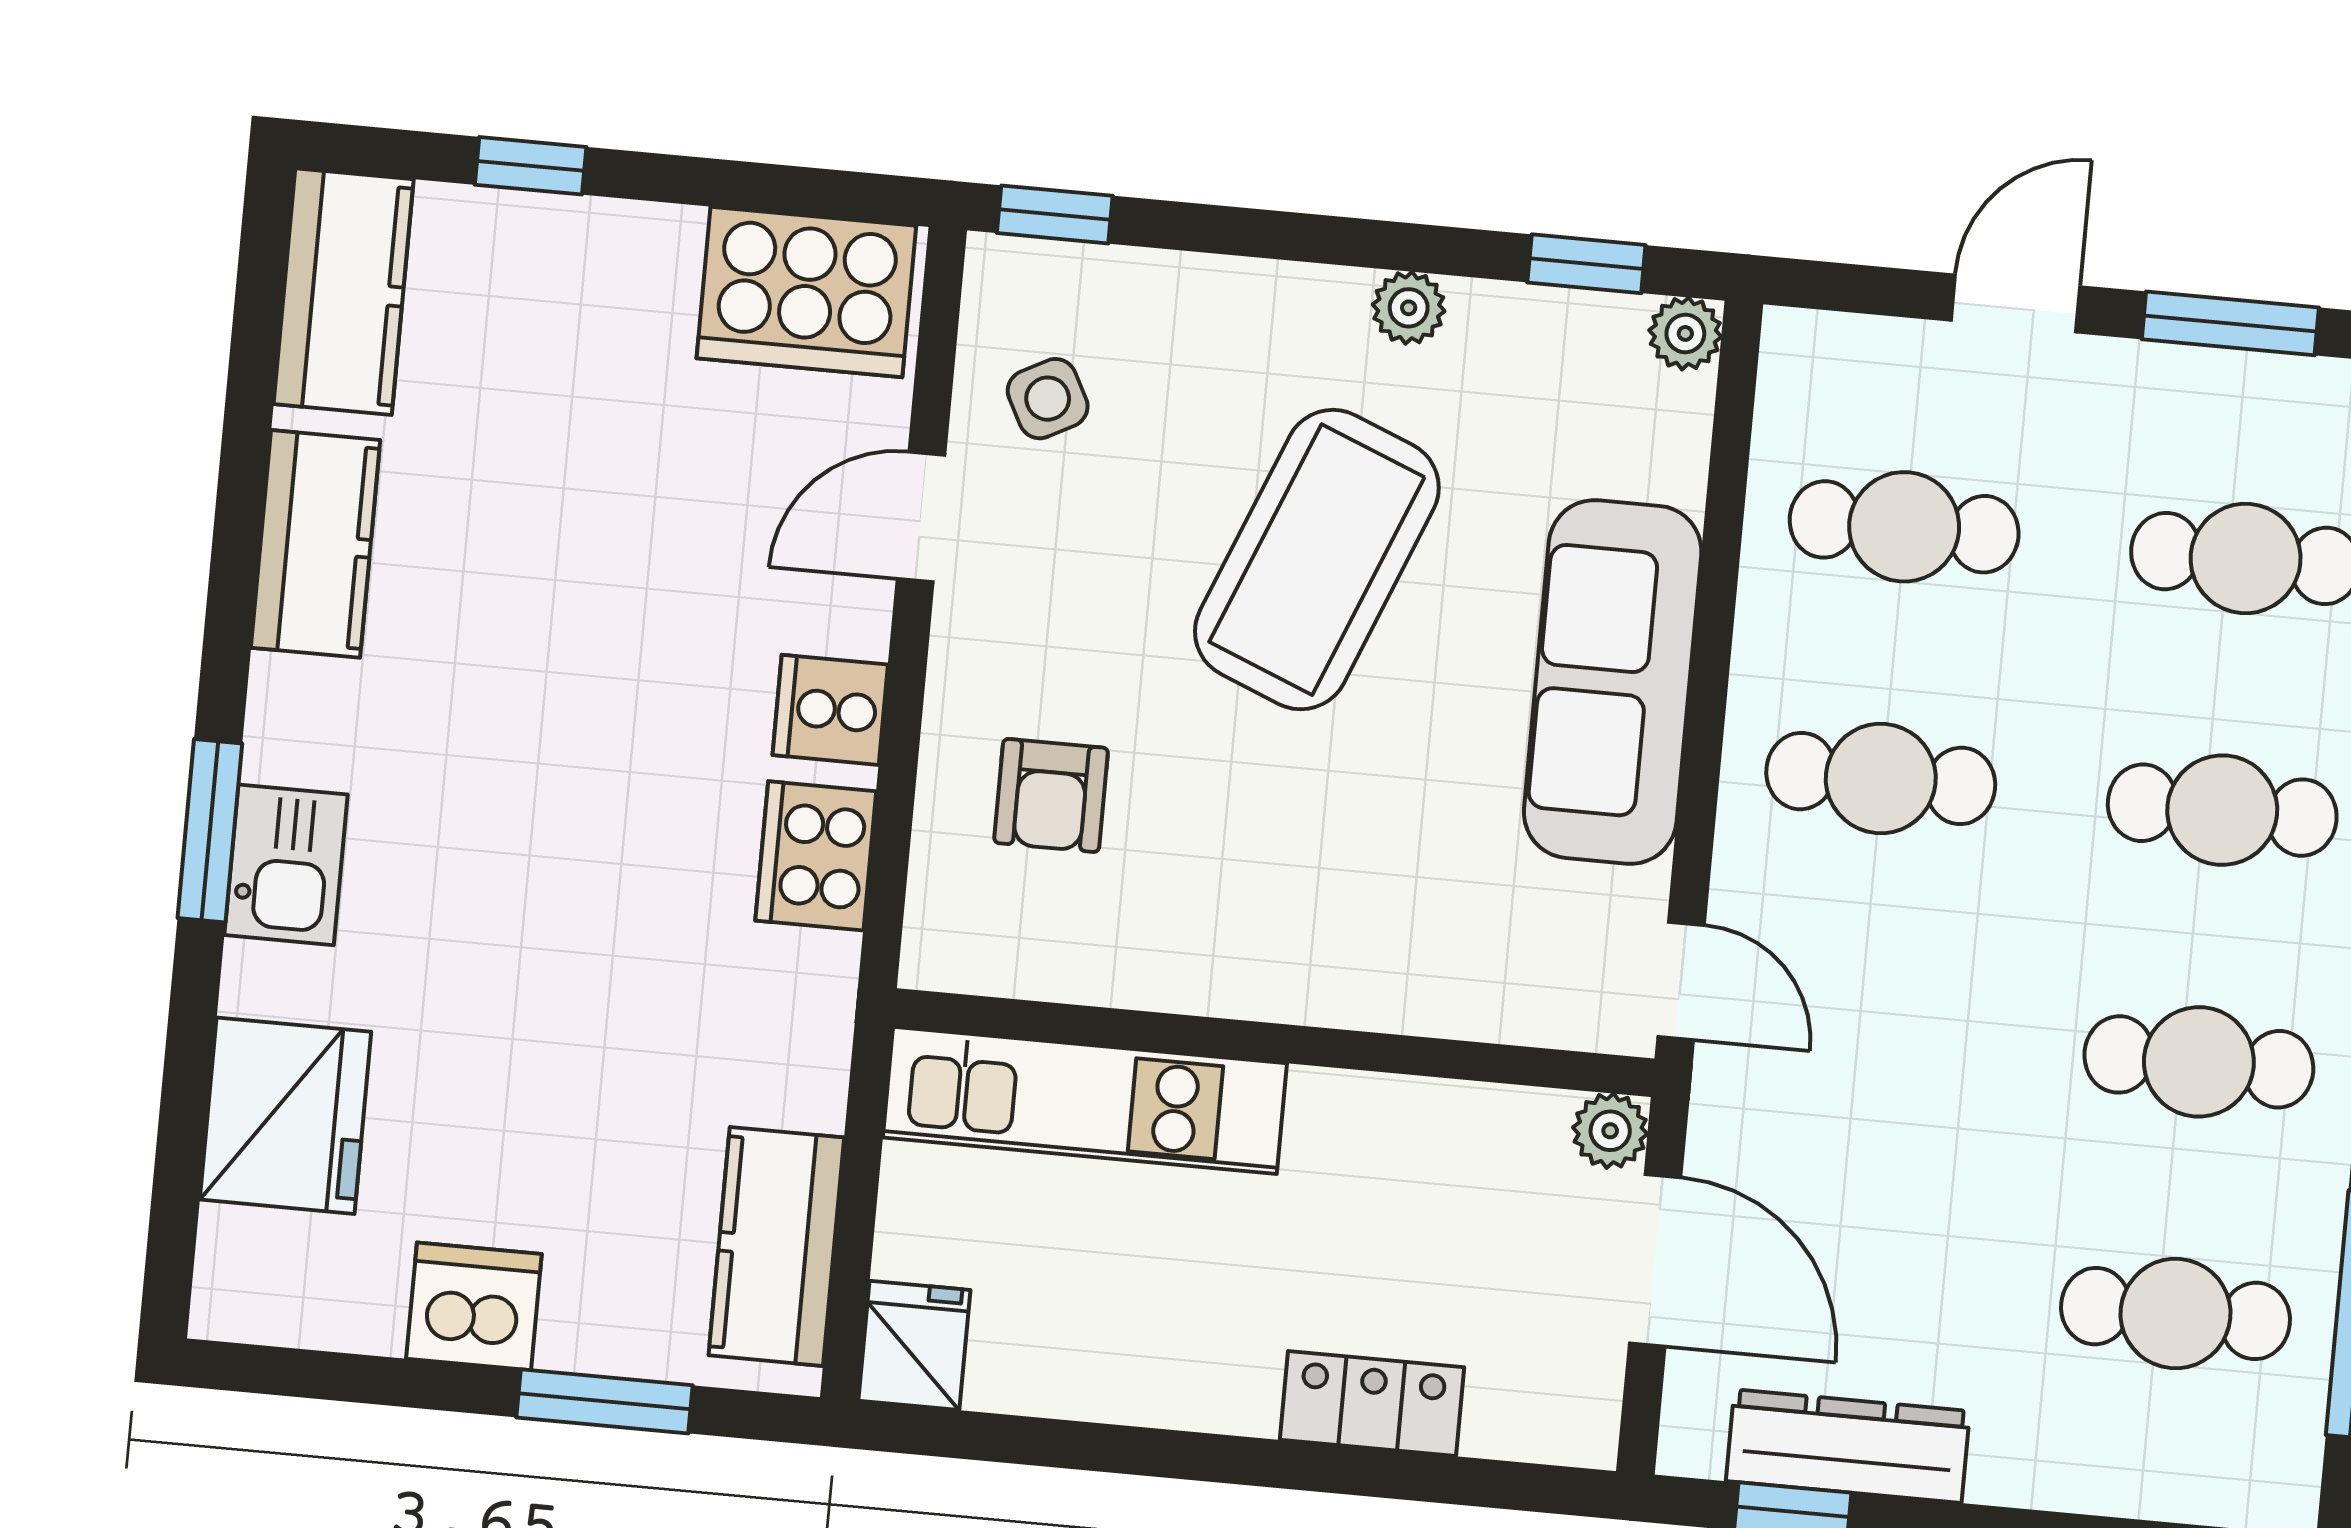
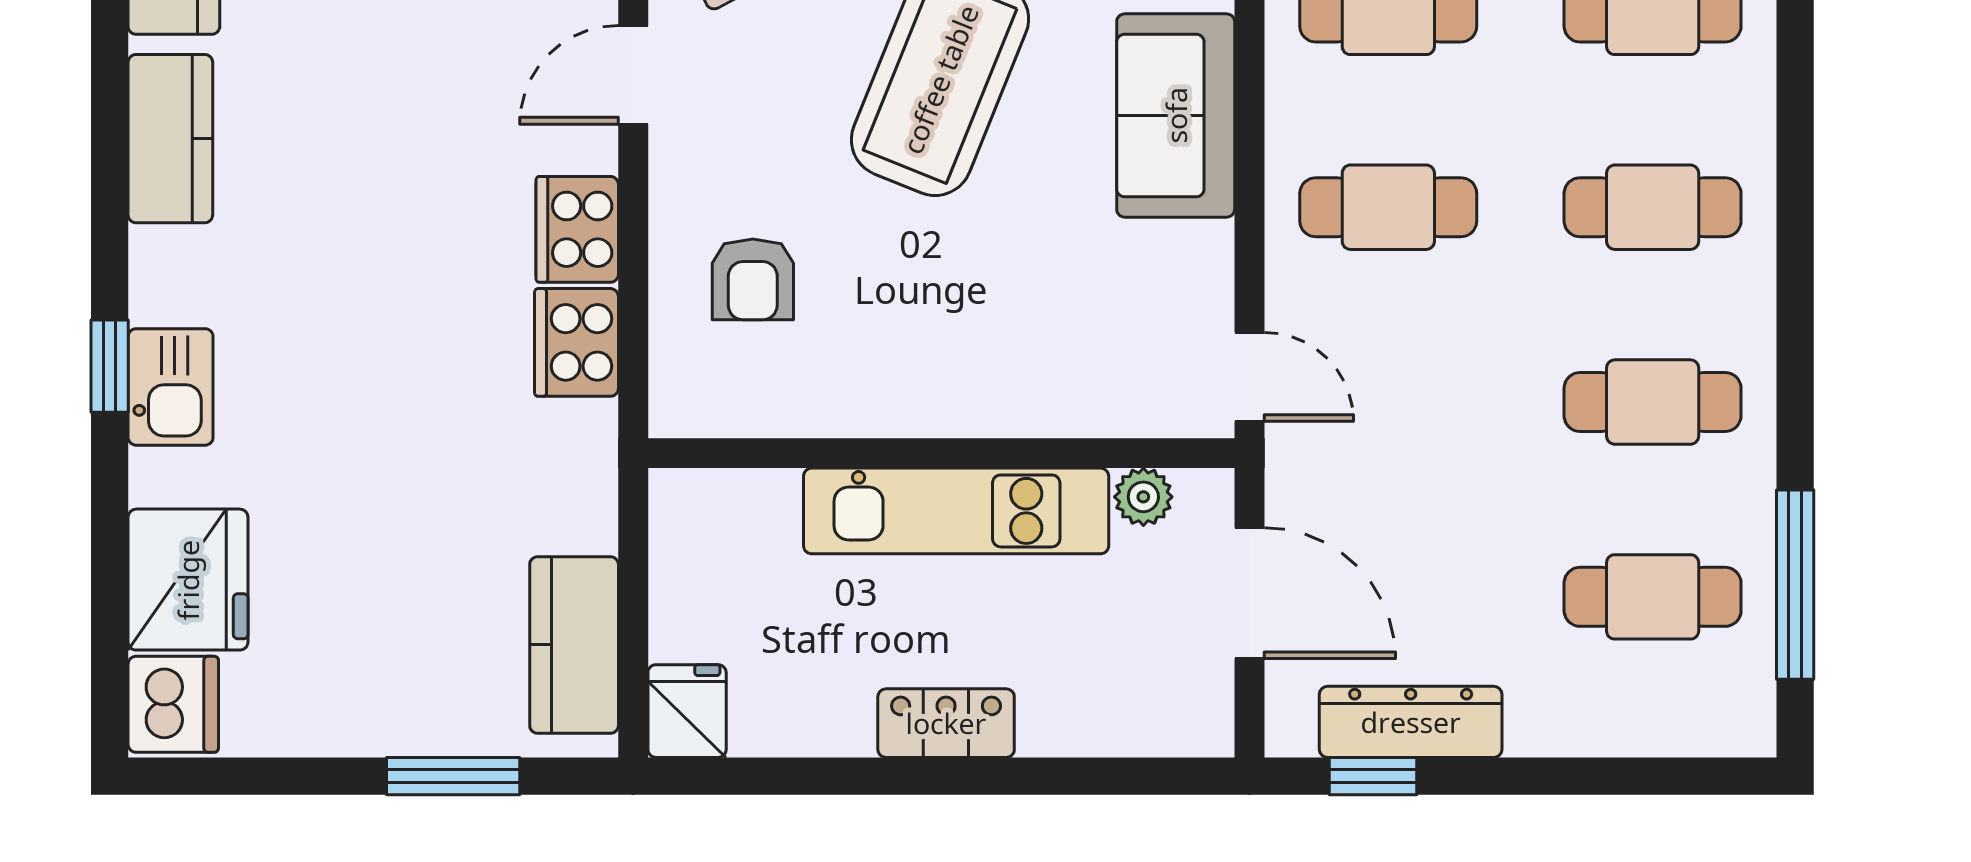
sofa: (1613, 682) -> (1176, 115), width x0.73
cooker: (830, 710) -> (577, 229), width x1.36
window: (210, 831) -> (110, 366), width x0.67
kitchen unit: (1085, 1100) -> (956, 511), moved
plant: (1610, 1131) -> (1143, 497), moved
dishwasher: (474, 1306) -> (173, 704), moved, turned 90
locker: (1372, 1404) -> (946, 723), moved

